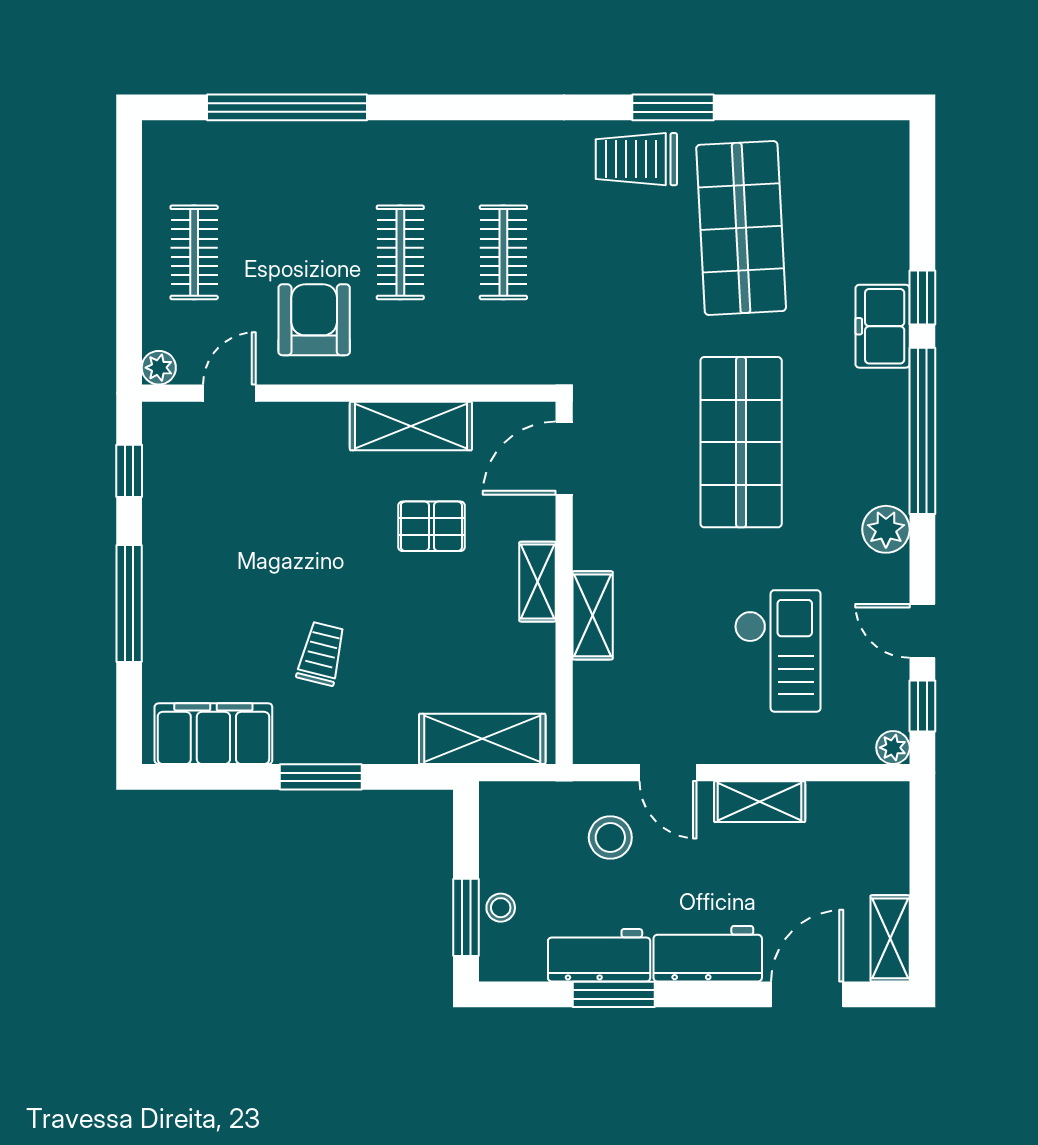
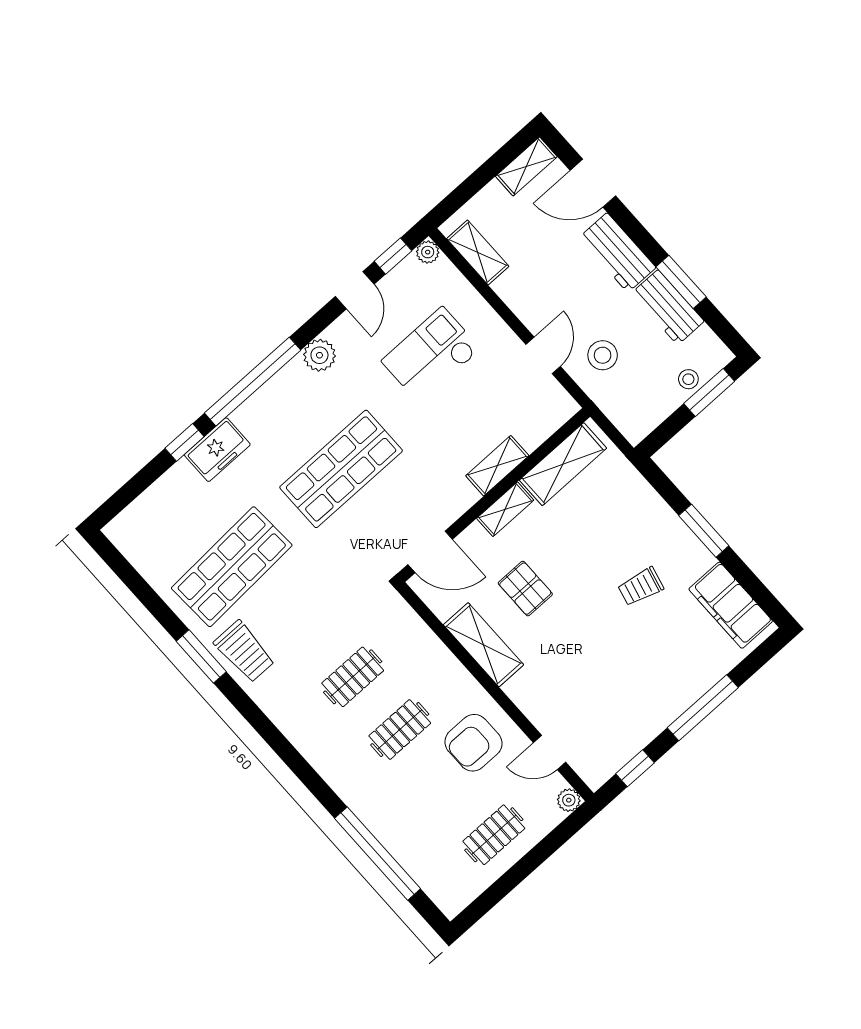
shelving: (482, 739) -> (563, 464), moved, turned 90
shelving: (760, 802) -> (478, 252), moved

